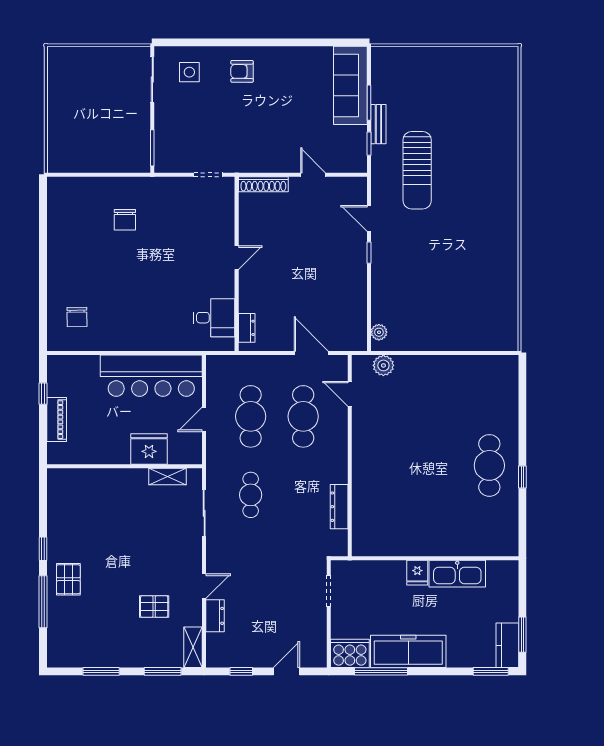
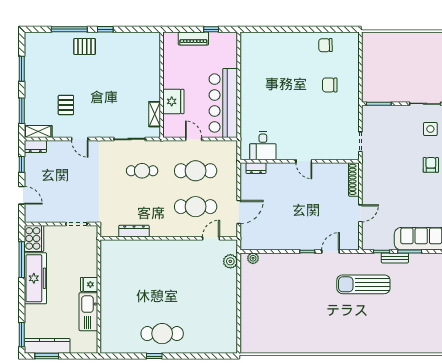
chair: (77, 317) -> (325, 45), moved
dresser: (215, 616) -> (35, 147), moved
kitchen counter: (507, 645) -> (47, 346), width x1.50

